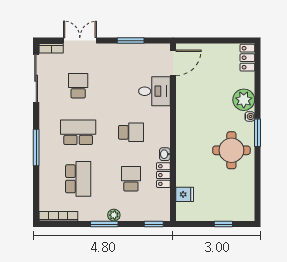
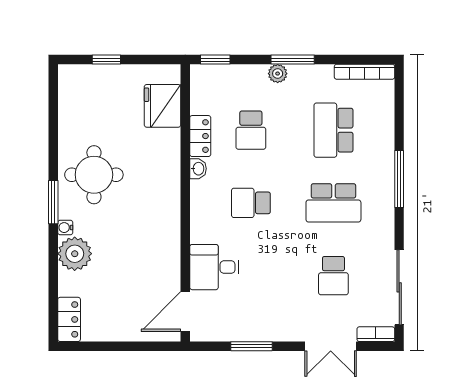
fridge: (185, 194) -> (163, 106), width x1.88, depth x1.34

